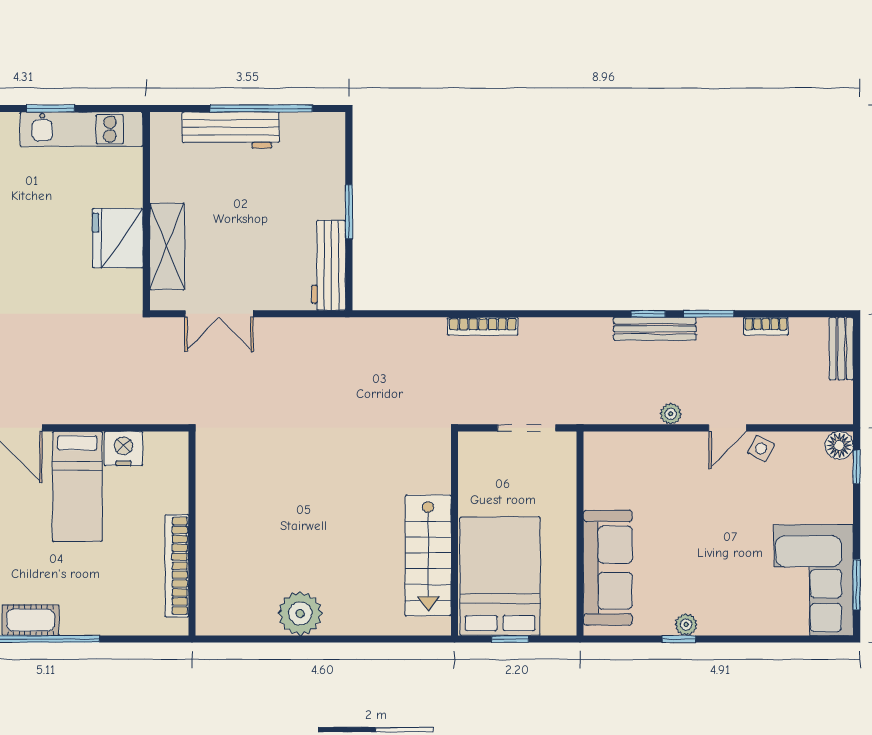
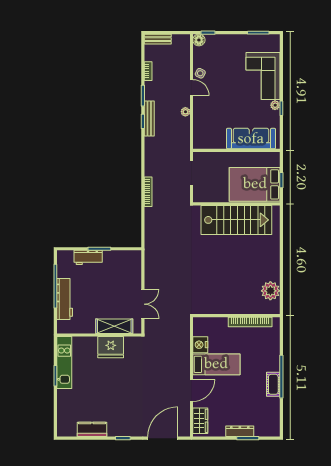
workbench: (329, 265) -> (88, 257), moved, width x0.73
stairs: (428, 555) -> (236, 220), width x1.36, depth x1.51
corner sofa: (814, 580) -> (263, 76), moved, turned 90
plant: (300, 613) -> (270, 291), moved

